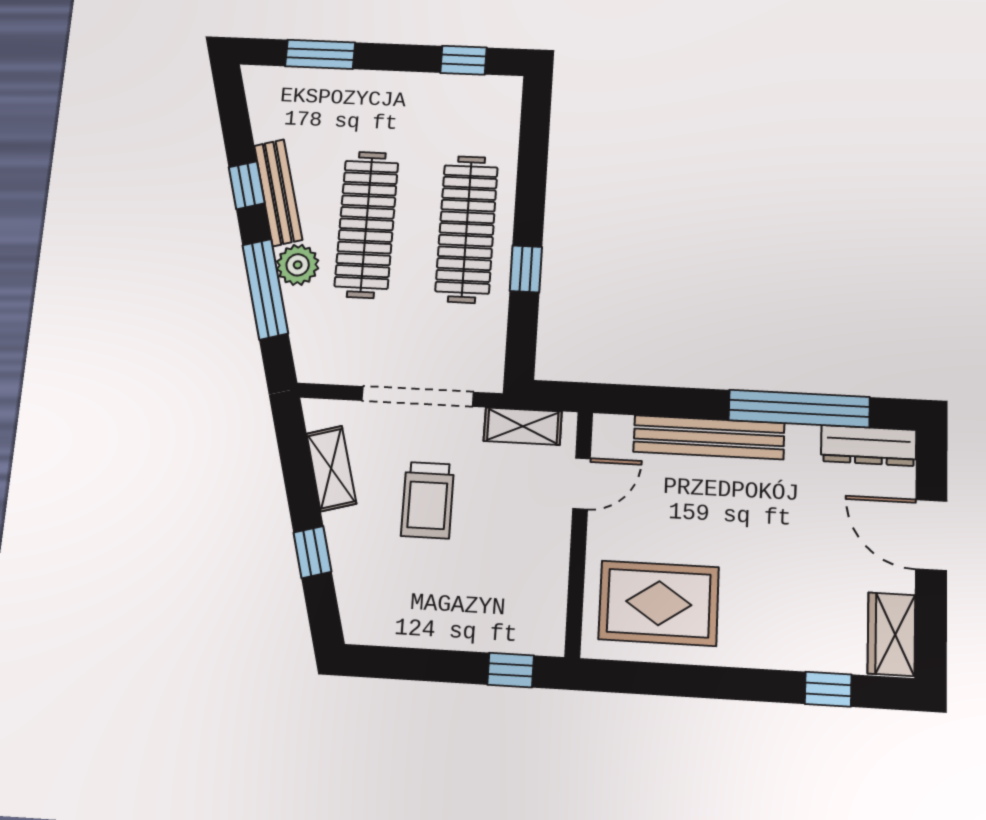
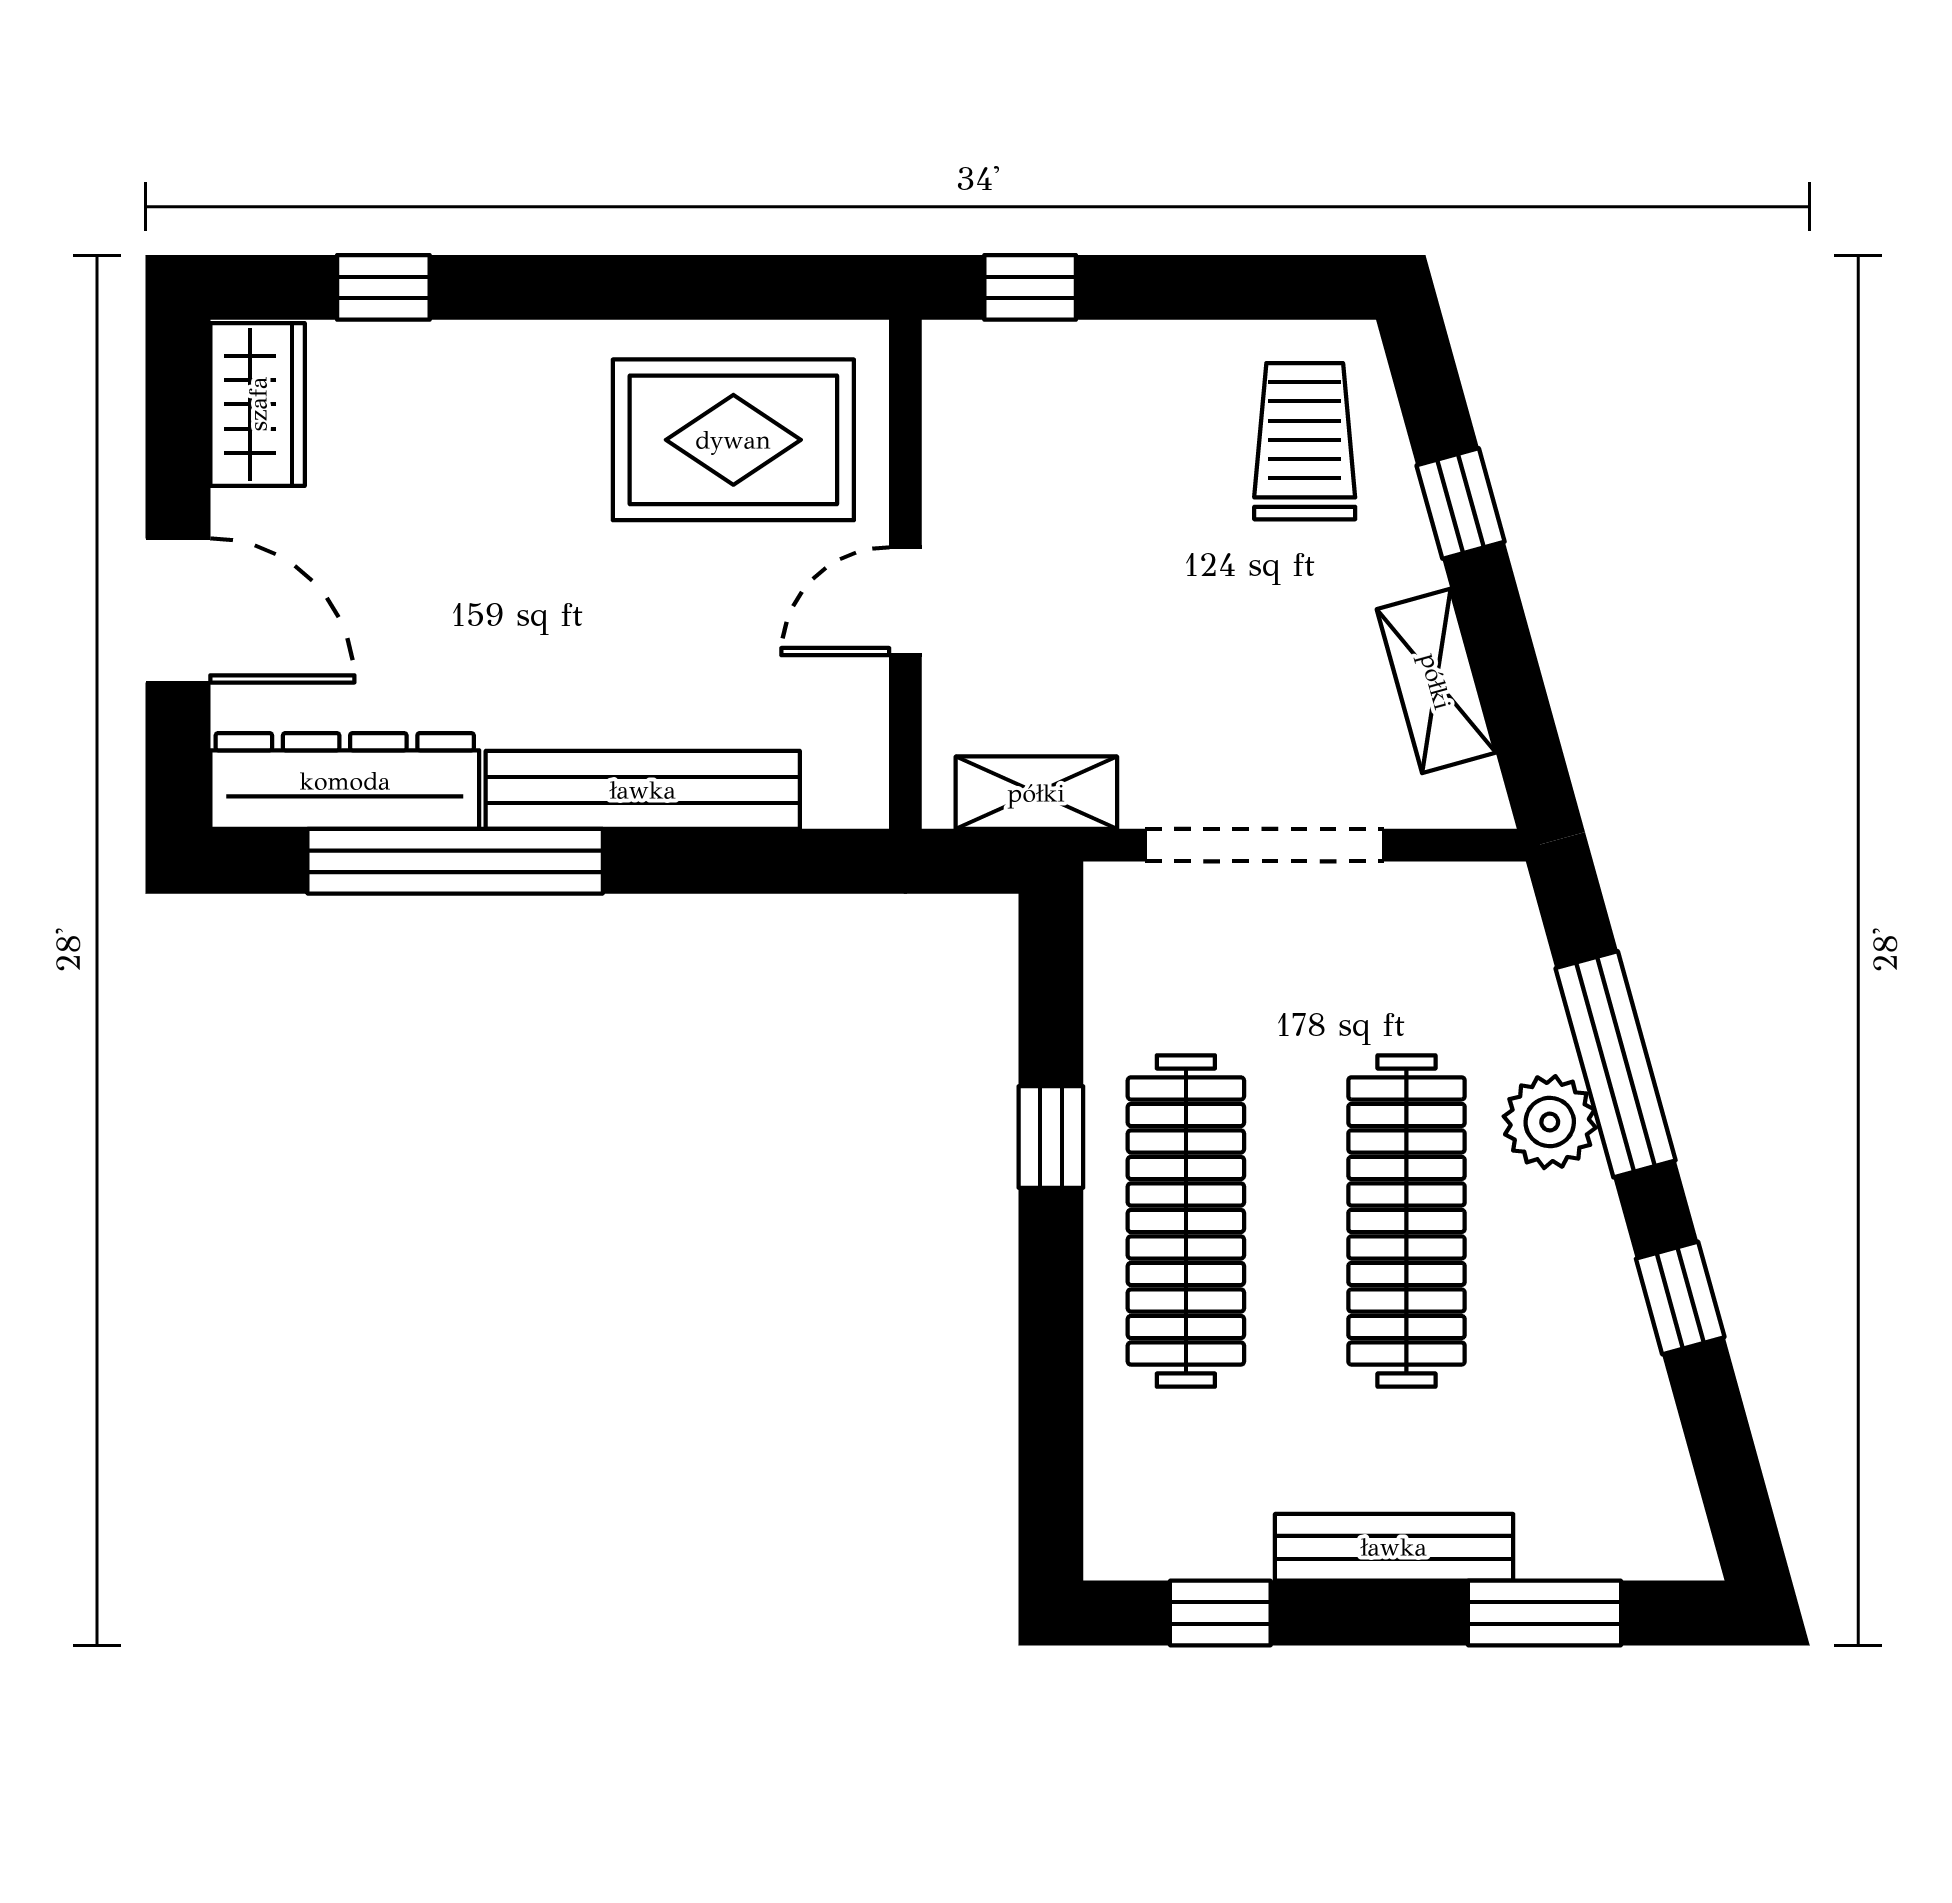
bench: (278, 193) -> (1394, 1547), moved, turned -75
dresser: (869, 445) -> (345, 781), width x1.37, depth x1.24
door: (582, 483) -> (905, 601), moved
trolley: (428, 500) -> (1305, 441), moved

